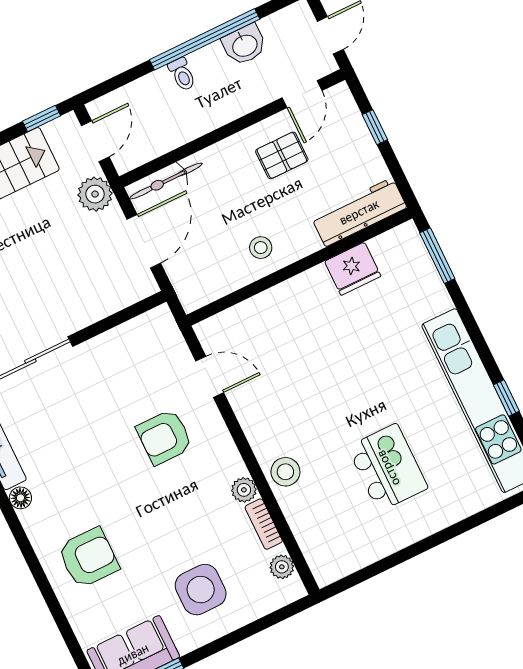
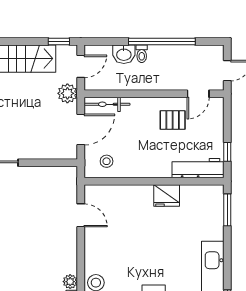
washbasin: (244, 45) -> (124, 54), moved
window: (375, 127) -> (227, 152), moved
stool: (261, 248) -> (107, 161), moved
fridge: (353, 269) -> (167, 196), moved
armchair: (164, 437) -> (43, 235), removed

